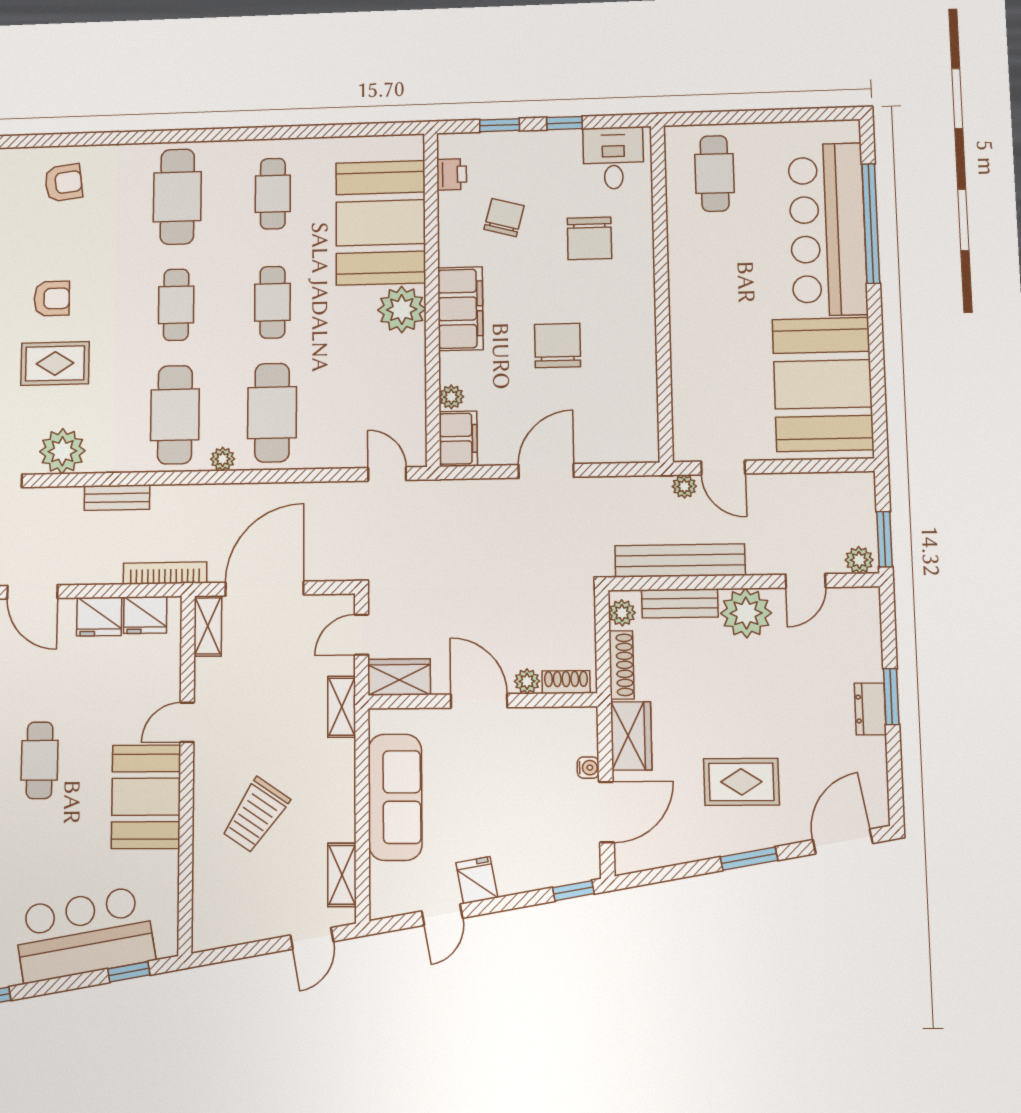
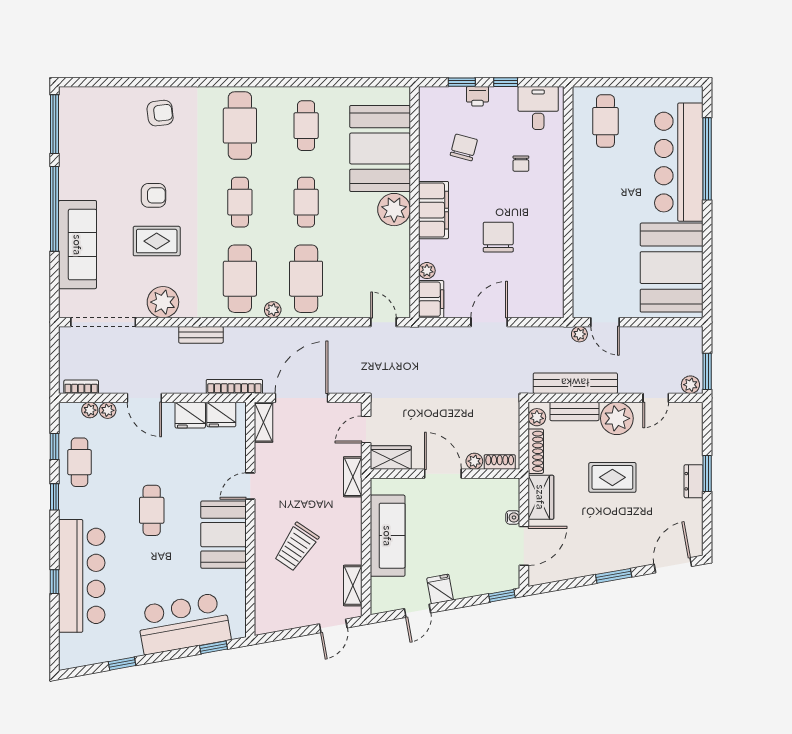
printer: (452, 174) -> (477, 96), moved, turned 90
chair: (589, 238) -> (521, 164), width x0.54, depth x0.54
rug: (741, 782) -> (612, 477), moved

